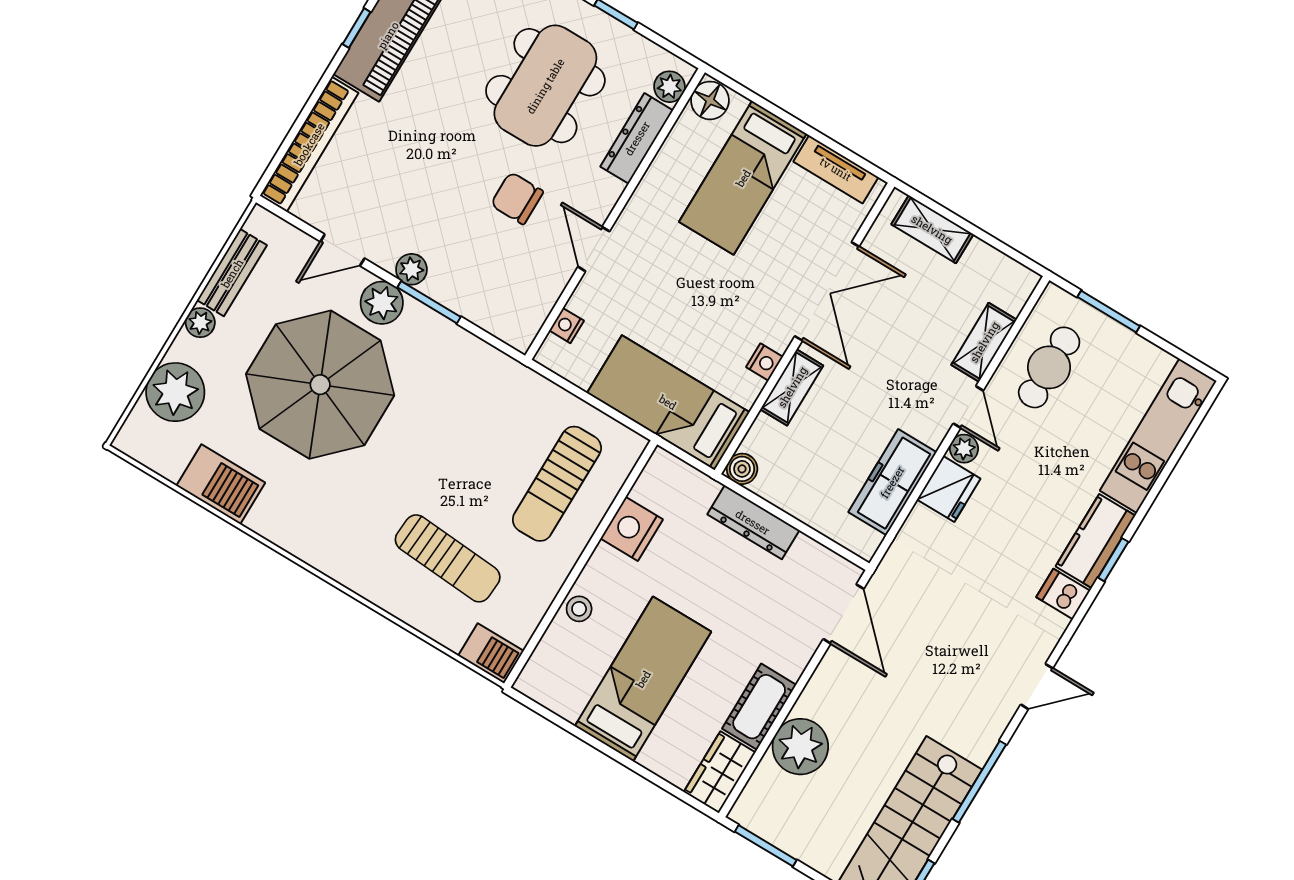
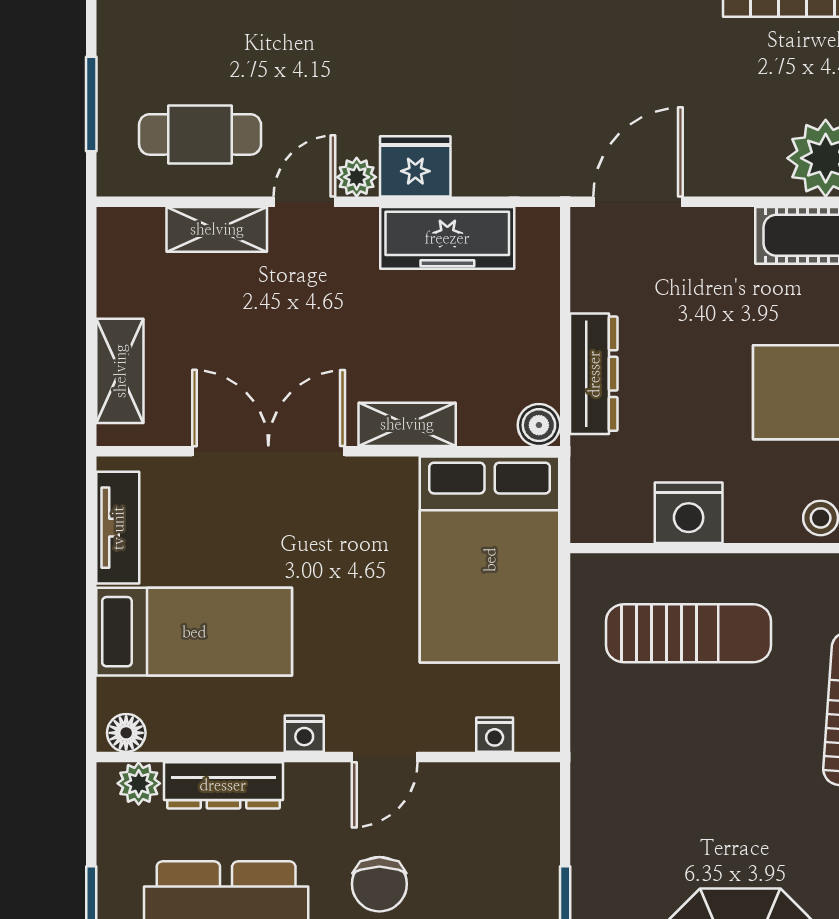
floor lamp: (710, 100) -> (126, 733), width x0.73, depth x0.73
nightstand: (765, 362) -> (304, 734), moved, turned 180
bed: (668, 402) -> (490, 560), width x1.50

